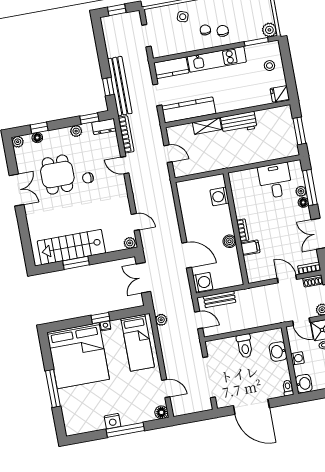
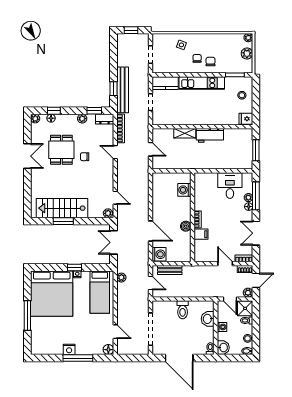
plant: (269, 30) -> (247, 54), moved
kitchen counter: (189, 110) -> (173, 118), removed

